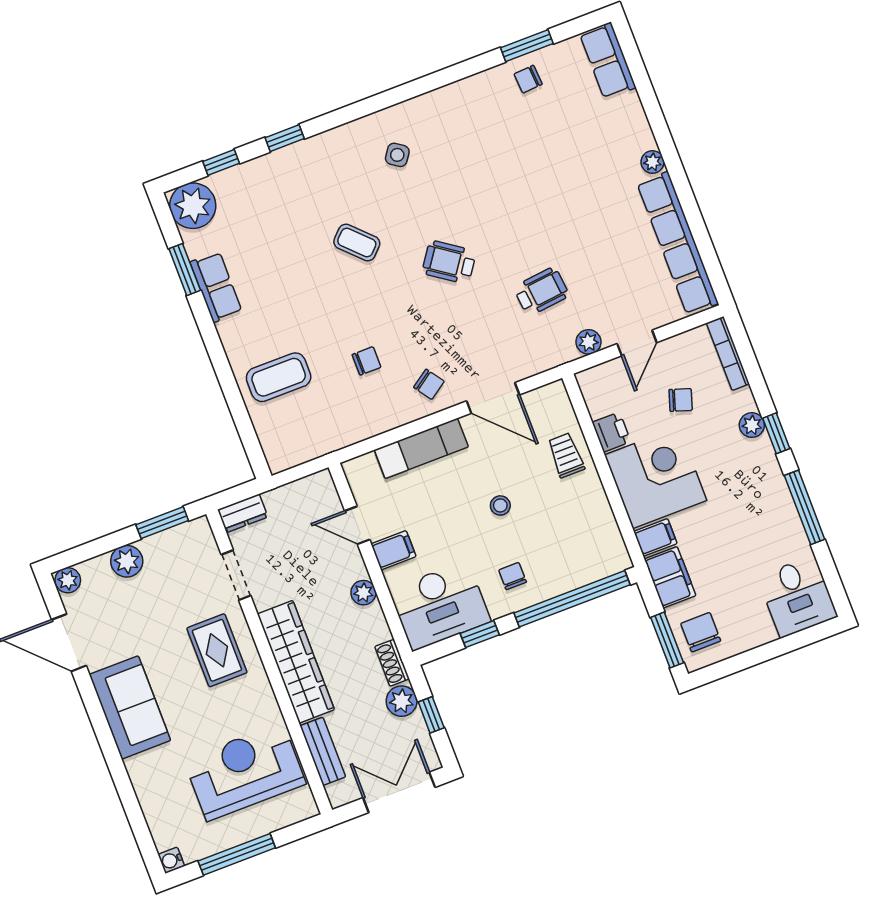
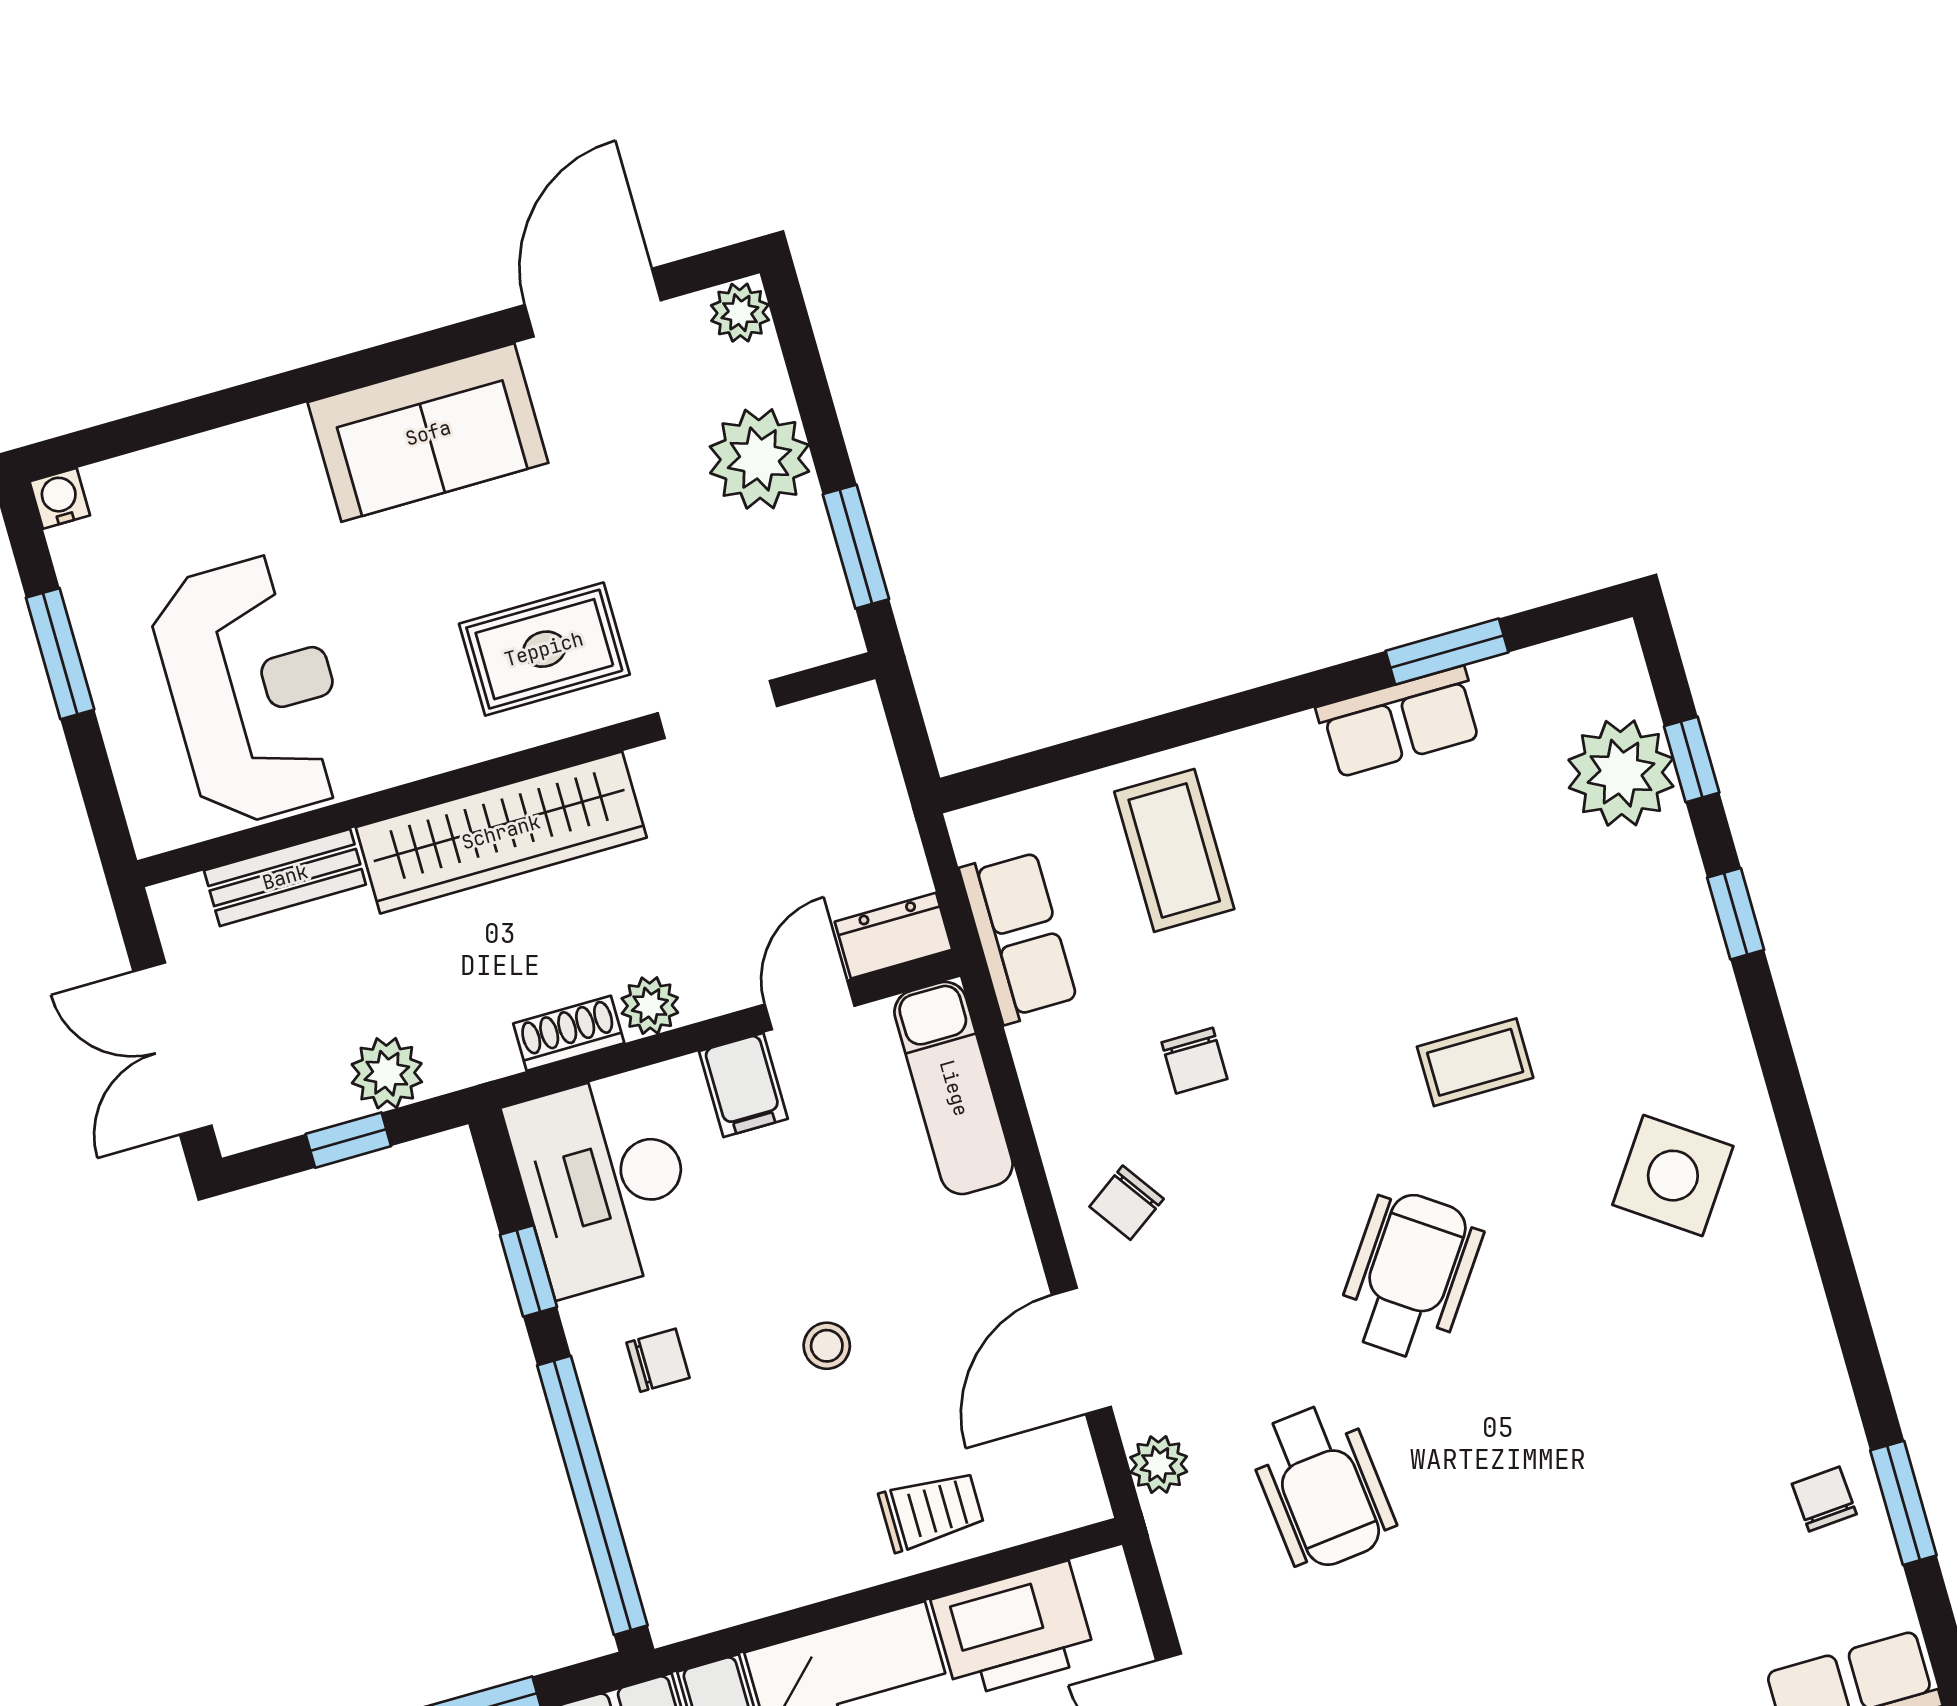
side table: (397, 155) -> (1673, 1176), width x1.87, depth x1.87
plant: (193, 206) -> (1621, 773), moved
coffee table: (357, 243) -> (1475, 1062), turned 45
wheelchair: (449, 262) -> (1410, 1275), width x1.36, depth x1.37
wheelchair: (541, 291) -> (1322, 1486), width x1.36, depth x1.37
plant: (588, 342) -> (1159, 1464), moved
printer: (612, 432) -> (1014, 1630), width x1.87, depth x1.48
row of seats: (320, 440) -> (1019, 936), added
exam couch: (421, 448) -> (954, 1088), moved
dresser: (243, 513) -> (894, 936), moved, turned 90
plant: (127, 561) -> (759, 459), width x1.36, depth x1.36
shoe rack: (392, 663) -> (569, 1033), moved
double door: (399, 792) -> (173, 1048), swing flipped
window: (237, 854) -> (60, 654), width x0.69

